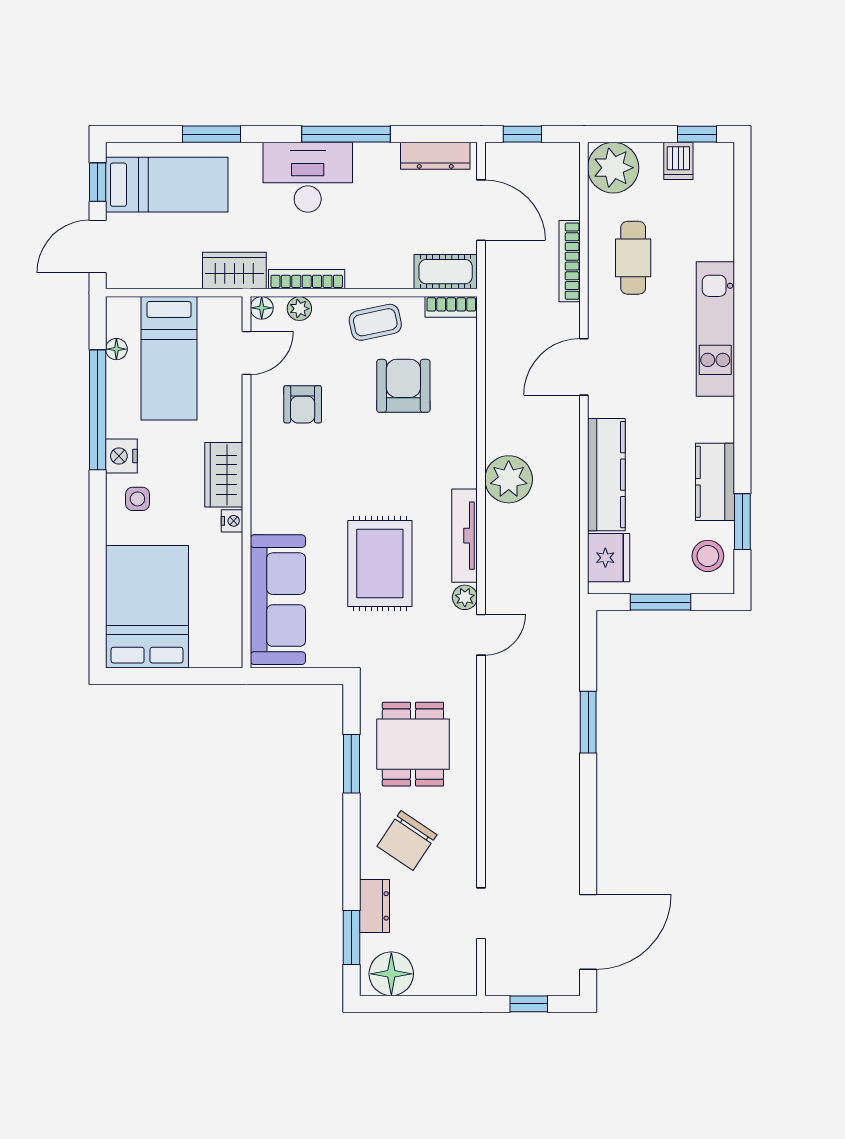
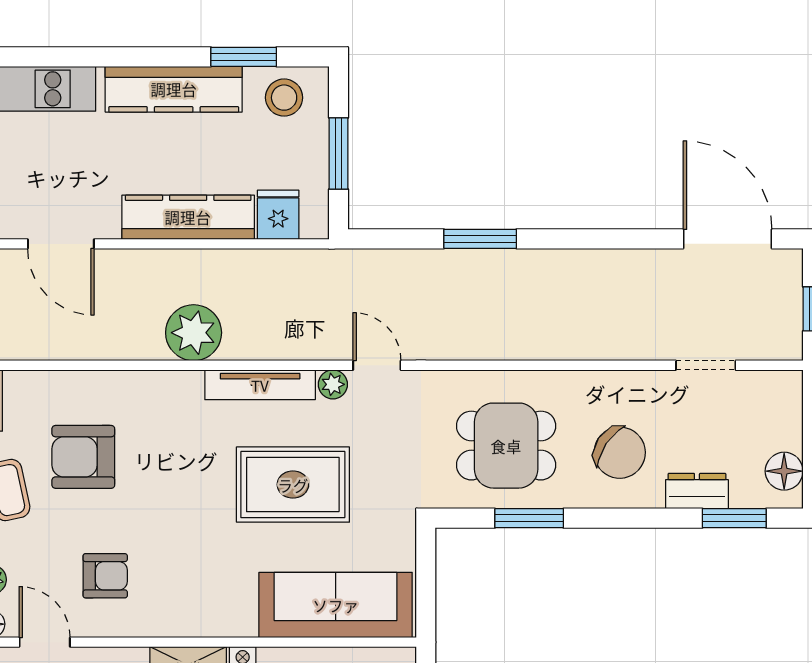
kitchen counter: (715, 482) -> (174, 89), width x1.50
fridge: (609, 558) -> (278, 215), width x0.72
floor lamp: (391, 974) -> (784, 471), width x0.73, depth x0.73

